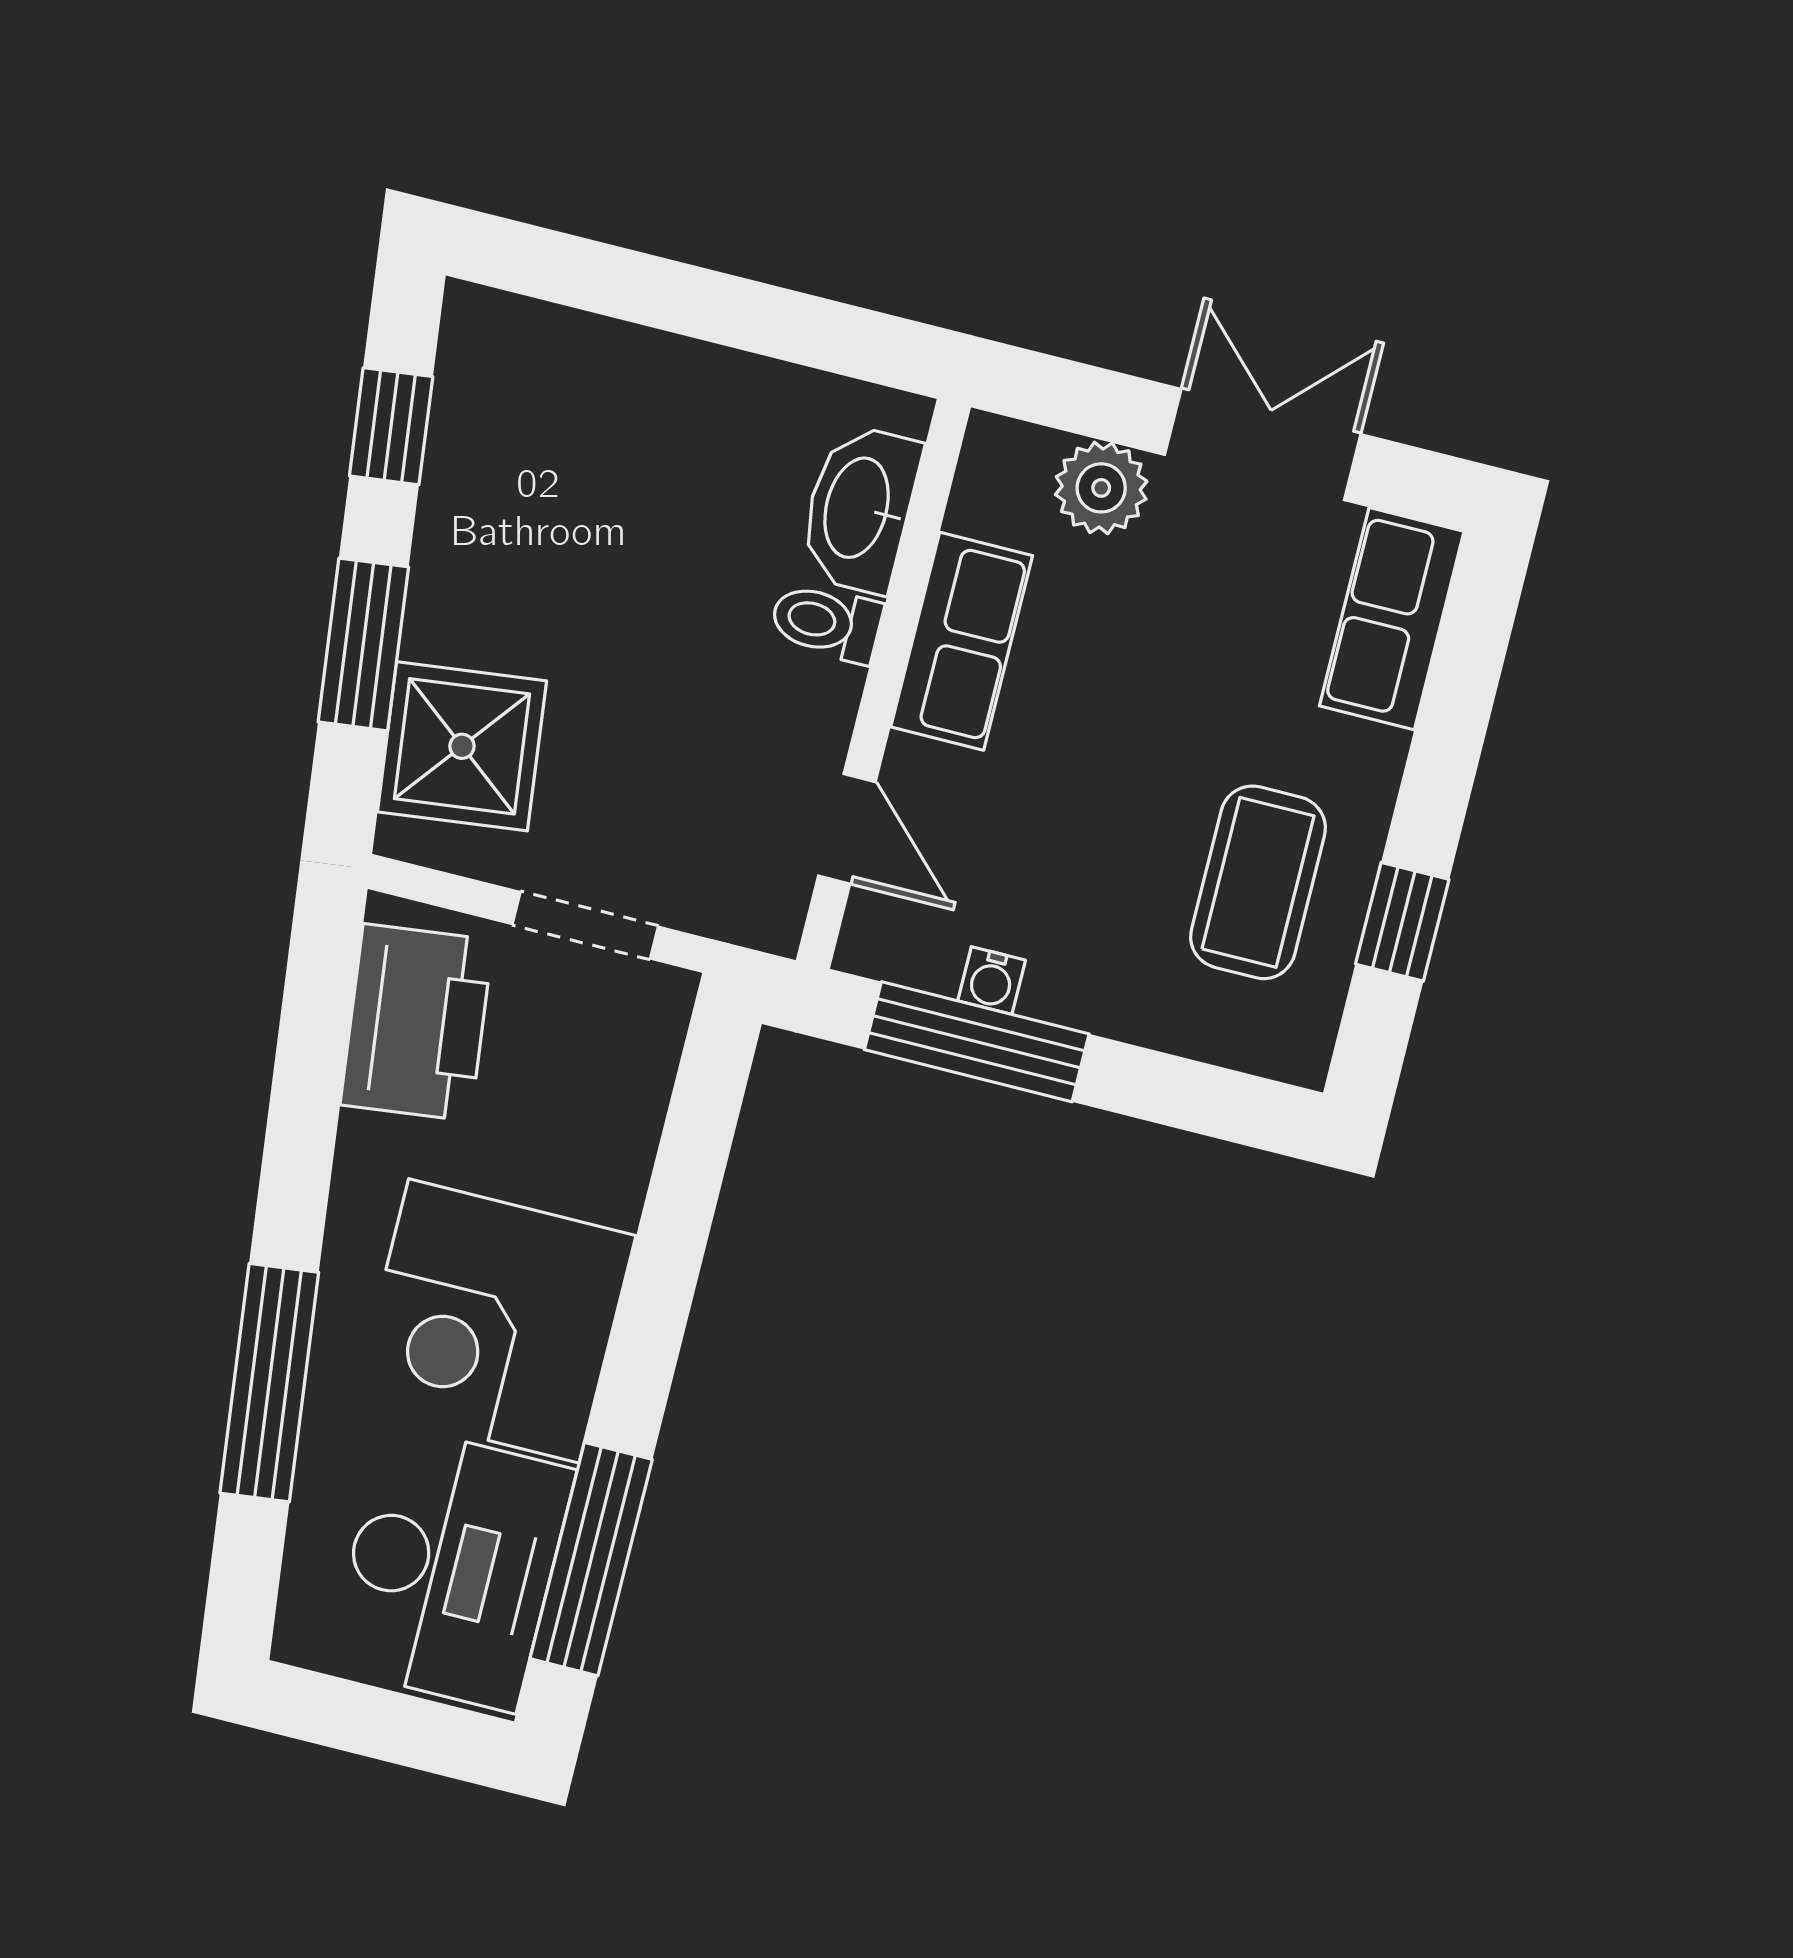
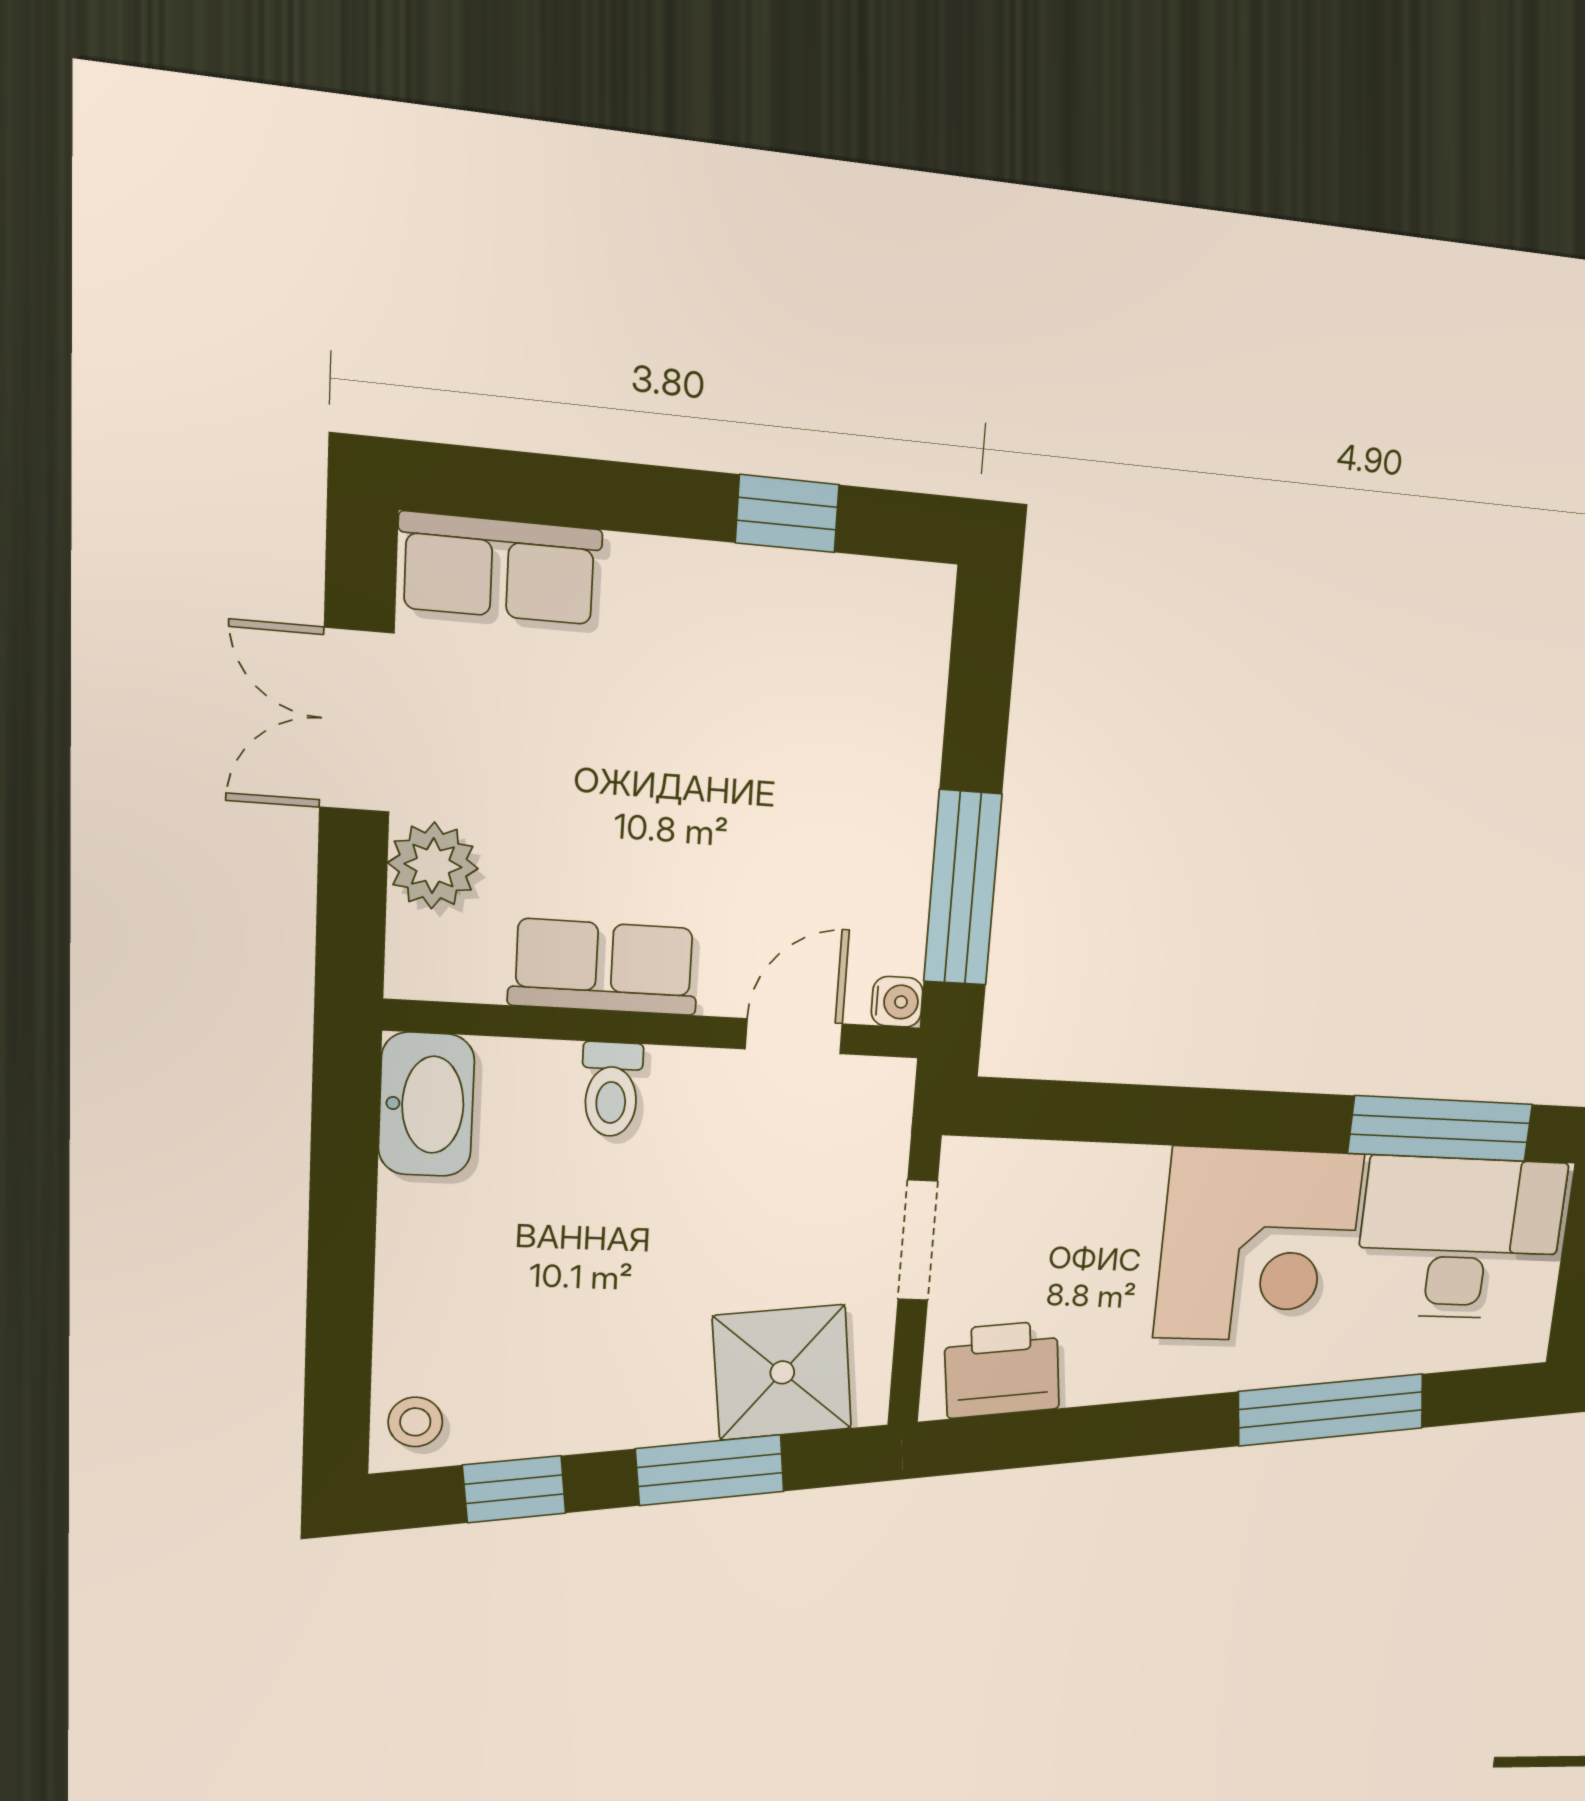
stool: (494, 338) -> (415, 1422), added
washbasin: (859, 508) -> (426, 1104), moved, turned -90
coffee table: (1258, 882) -> (775, 657), removed
water cooler: (992, 981) -> (897, 1002), moved
printer: (417, 1022) -> (1002, 1369), width x0.73, depth x0.84

